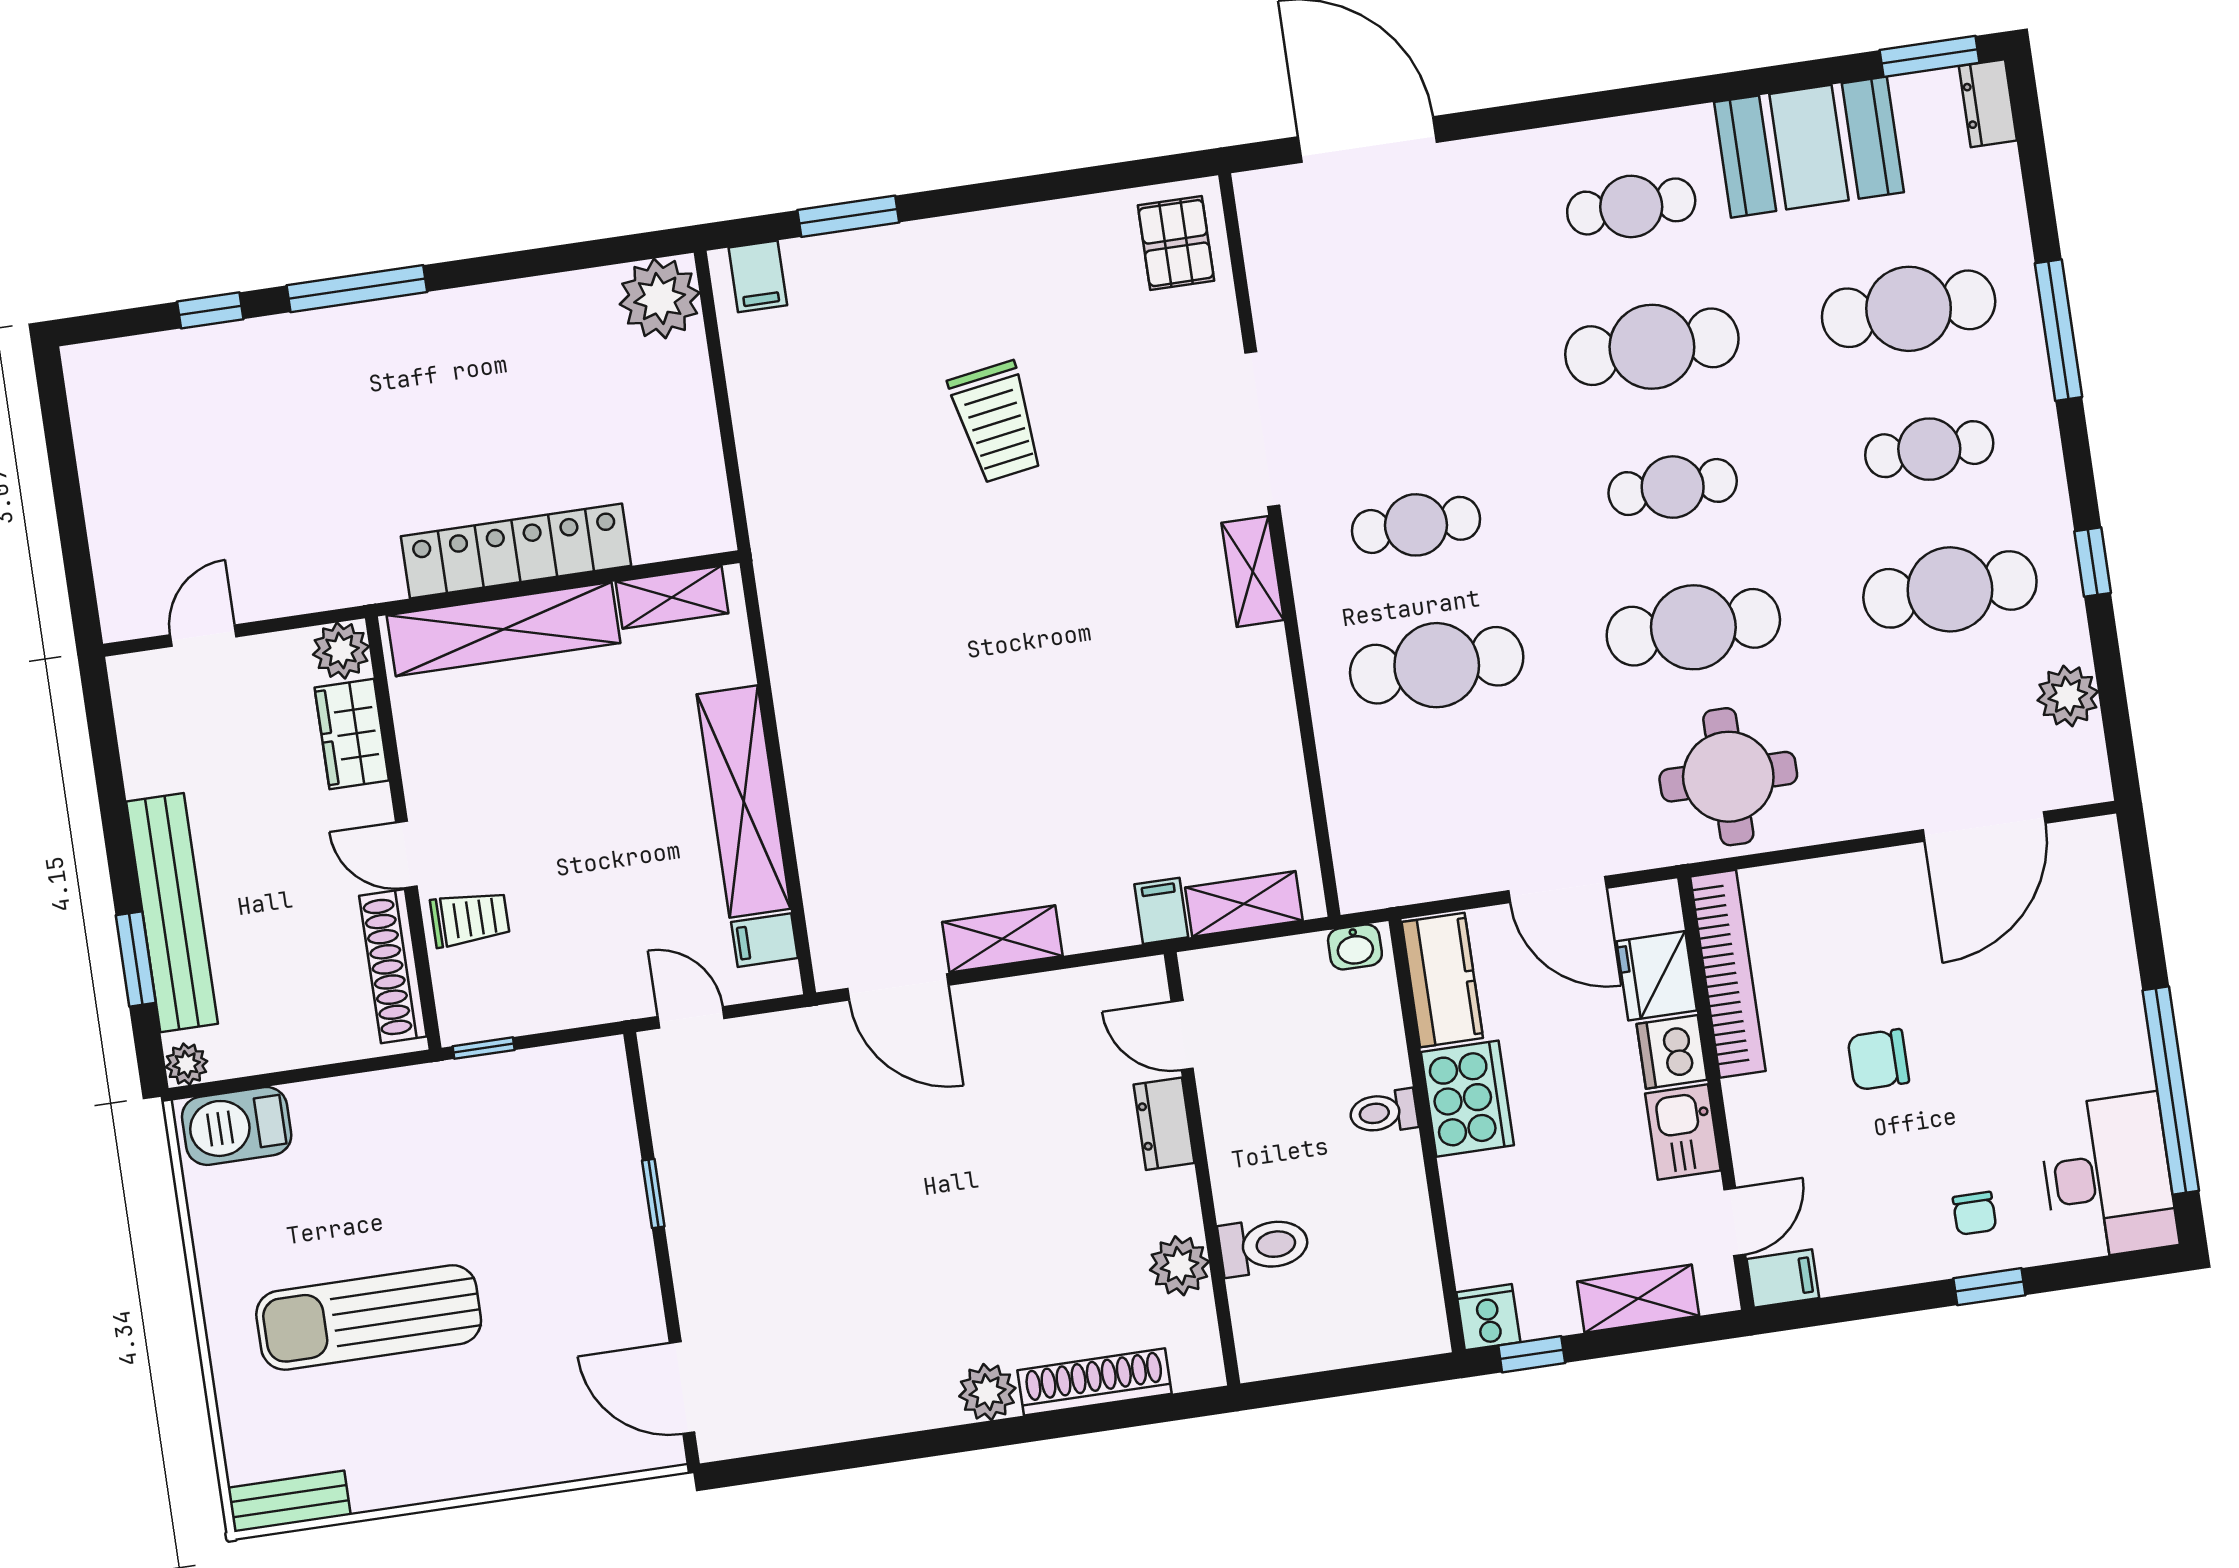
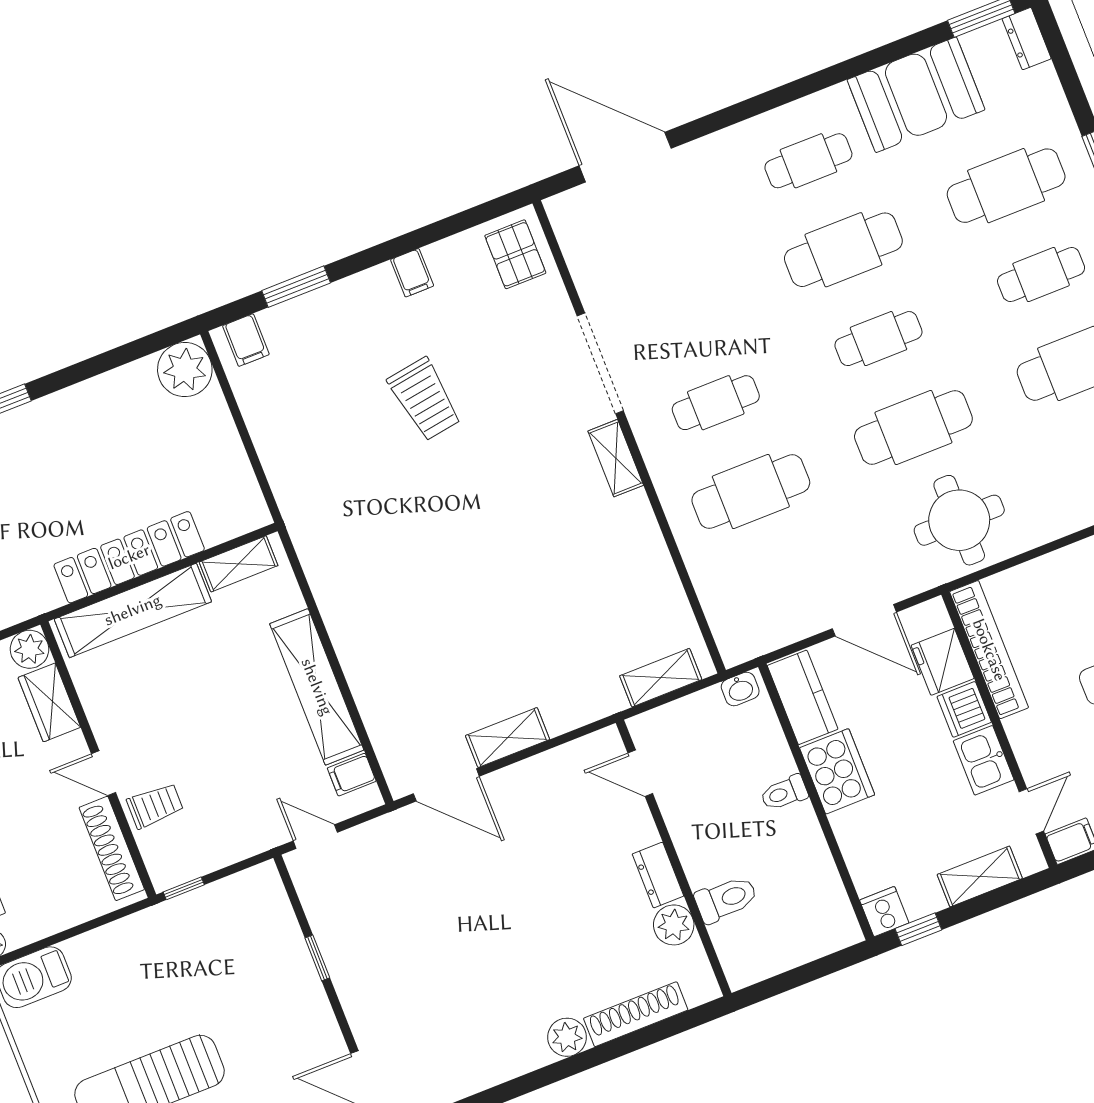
filing cabinet: (1161, 911) -> (412, 273), moved, turned 180
dresser: (1164, 1124) -> (658, 875), moved

